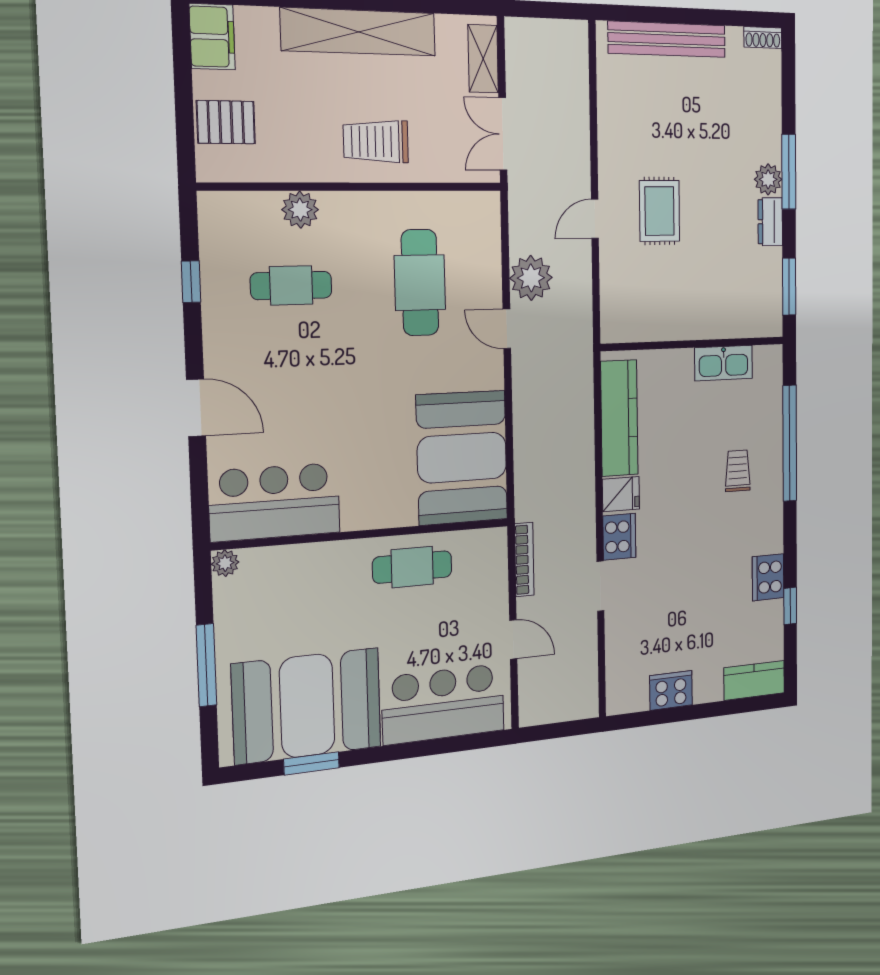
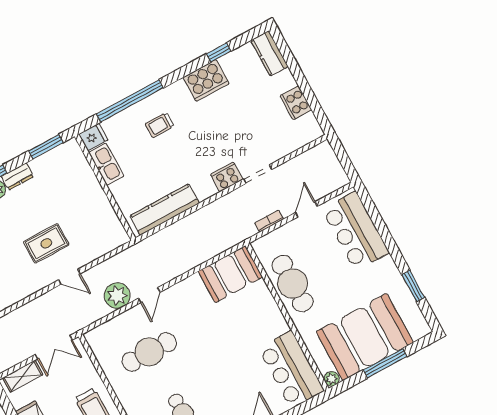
booth: (462, 458) -> (230, 274), width x0.73, depth x0.70
fridge: (621, 494) -> (93, 137), moved, turned 90
bookcase: (524, 560) -> (269, 221), width x0.64
cafe table: (412, 567) -> (293, 283), width x1.37, depth x1.35
cooker: (768, 577) -> (206, 80), width x1.37, depth x1.31
booth: (307, 706) -> (365, 337), moved, turned 90

